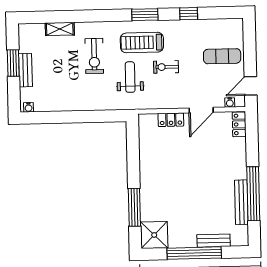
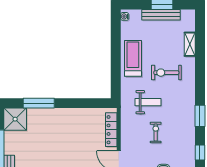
treadmill: (142, 43) -> (133, 58), moved
bench: (25, 70) -> (161, 15), width x1.36
locker: (171, 120) -> (111, 130), width x1.53

